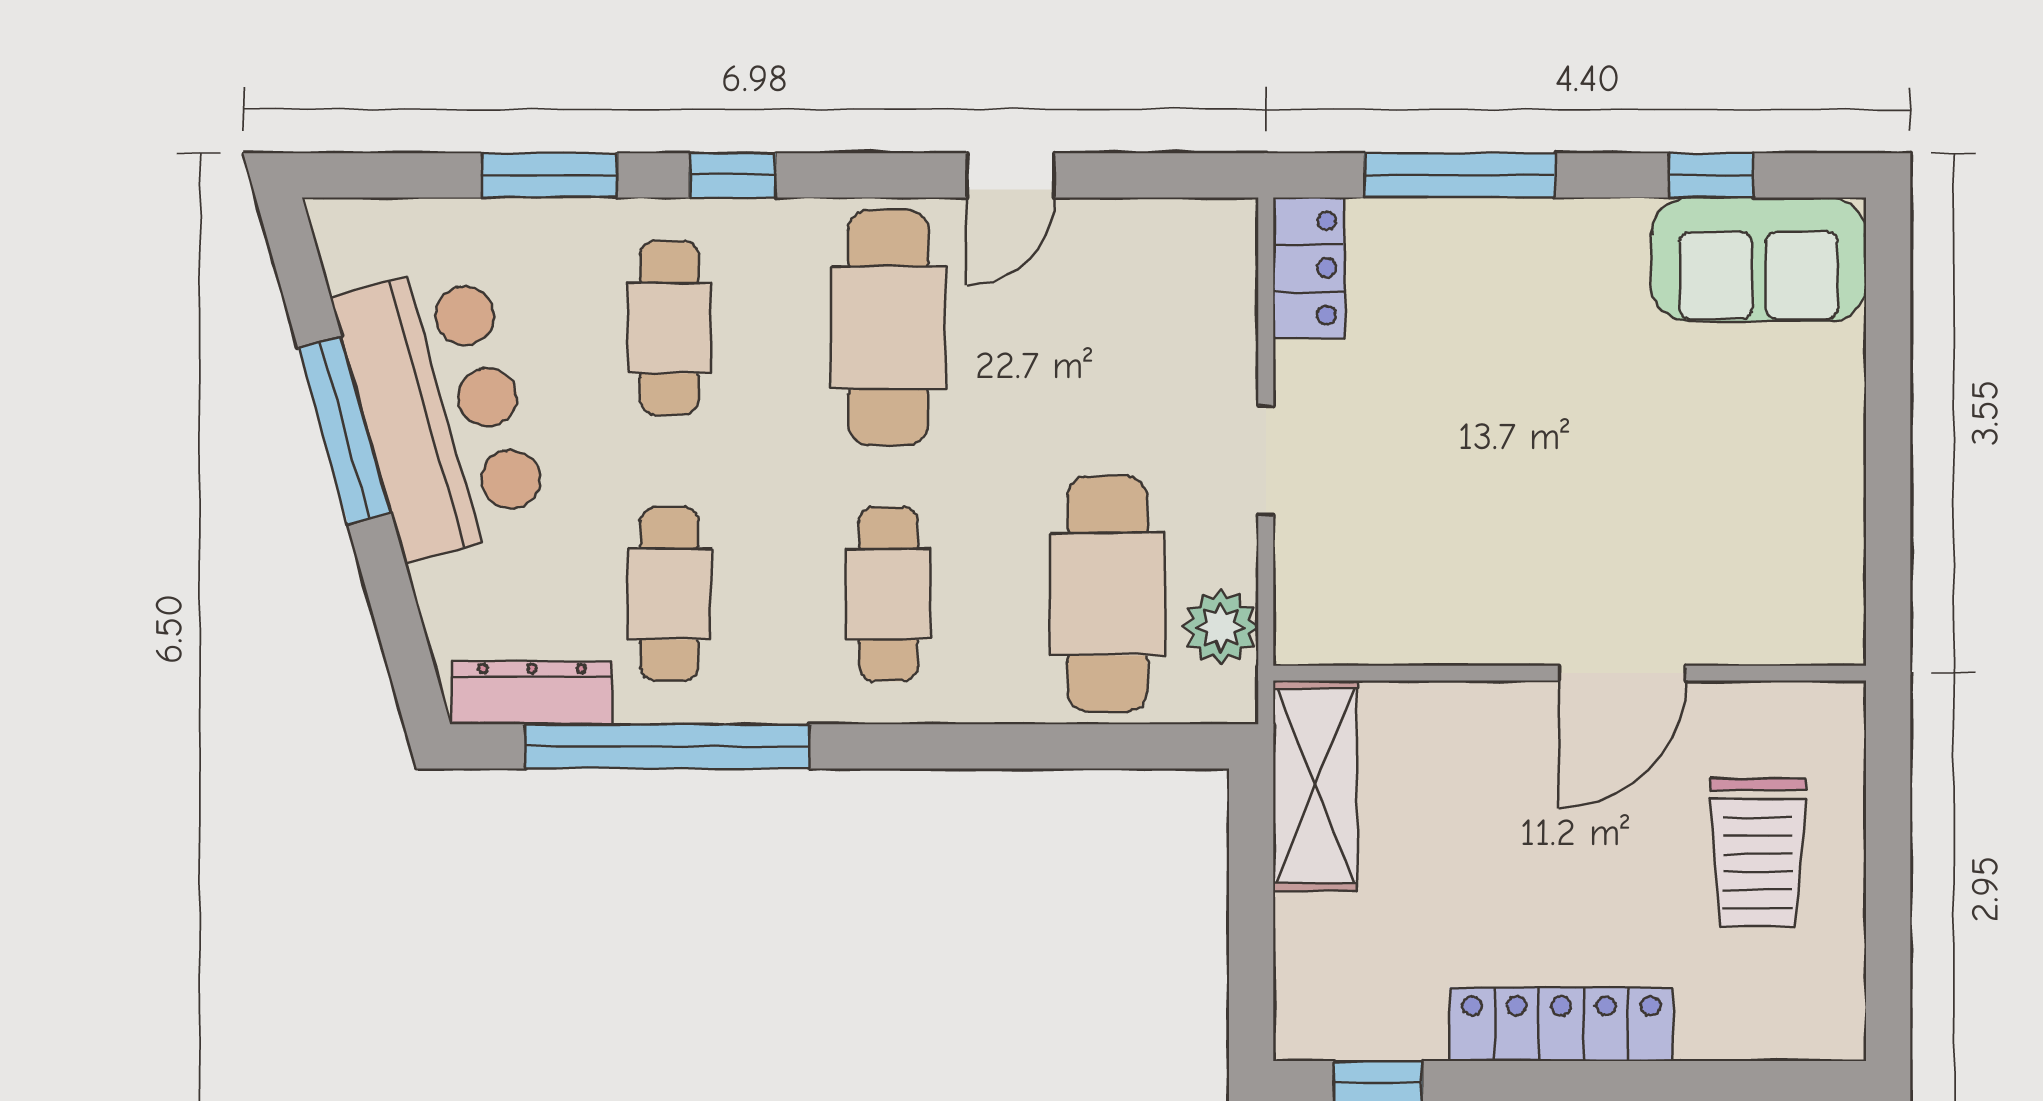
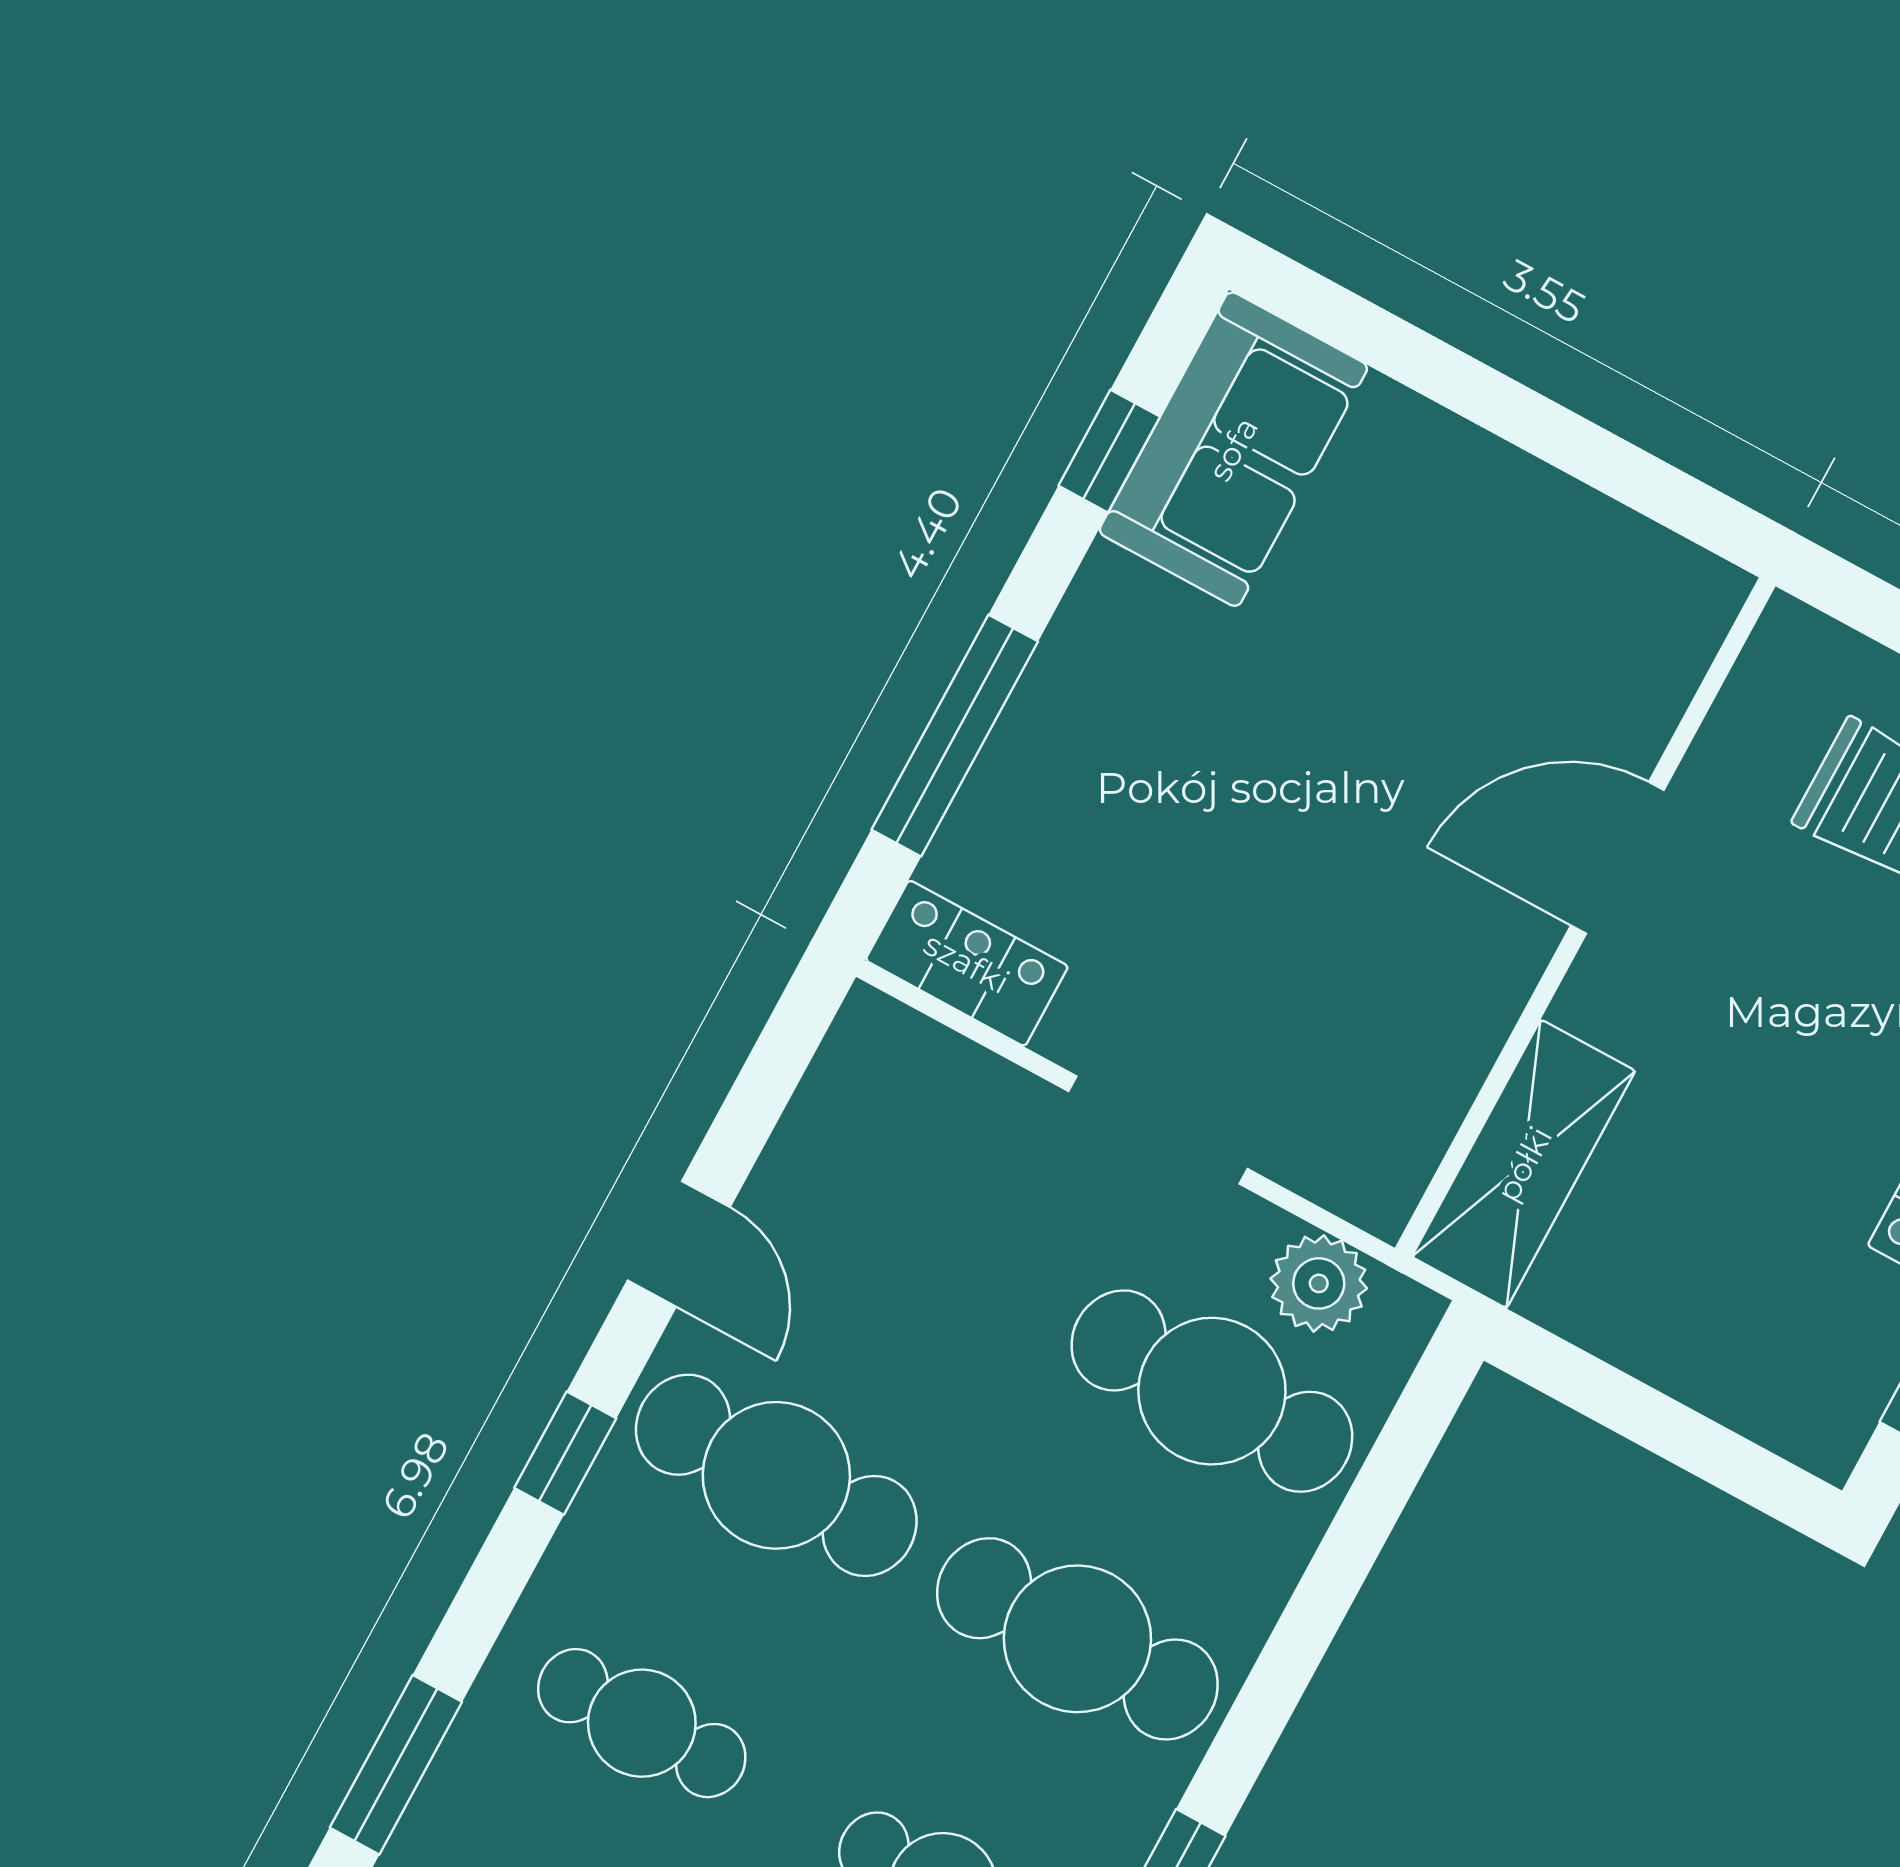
window: (733, 175) -> (565, 1453), moved
doorway: (1266, 460) -> (1158, 1130), width x1.38
cafe table: (888, 594) -> (1077, 1639), width x1.37, depth x1.35
door: (1622, 673) -> (1617, 858), swing flipped
shelving: (1315, 786) -> (1524, 1164), moved, turned 90

